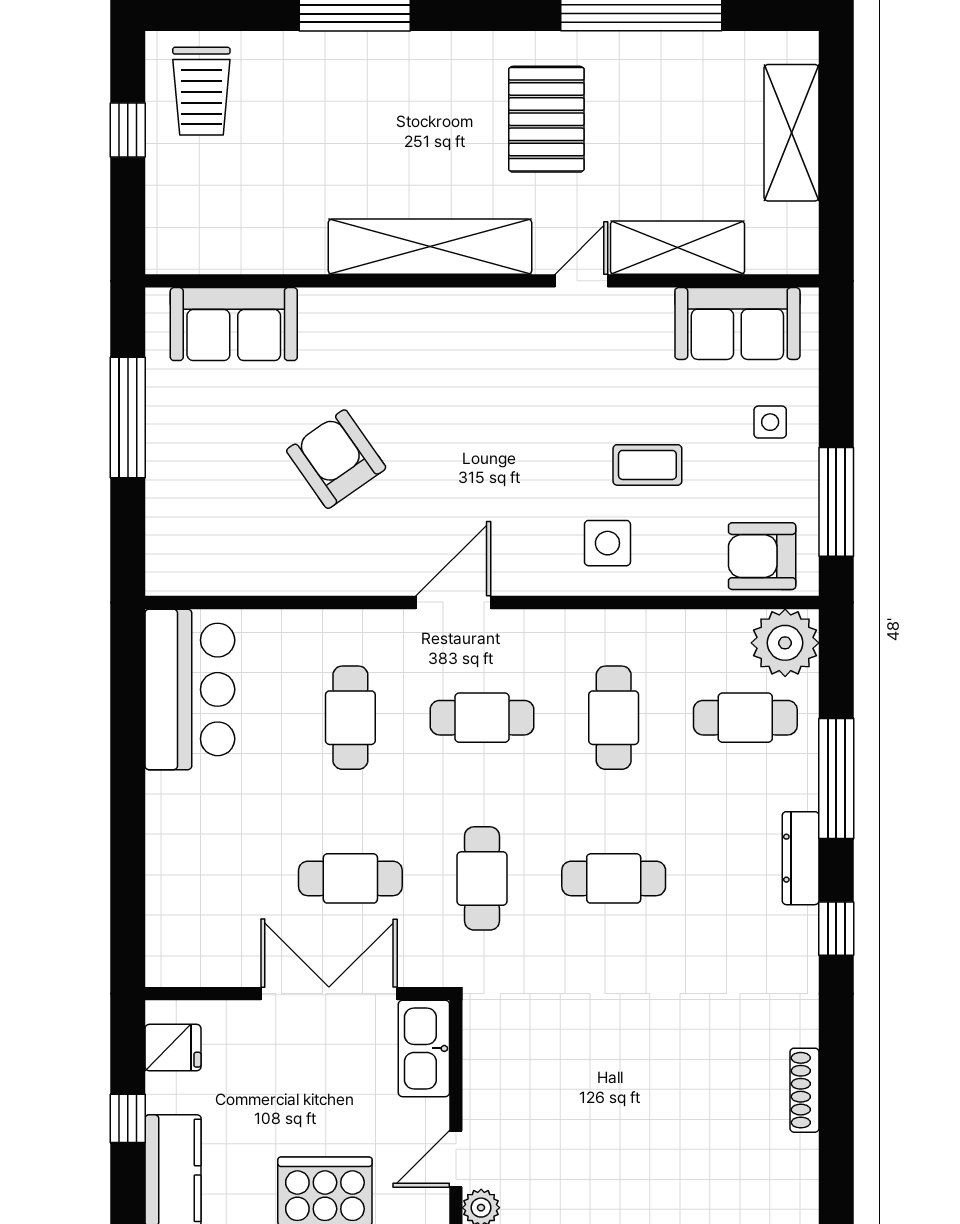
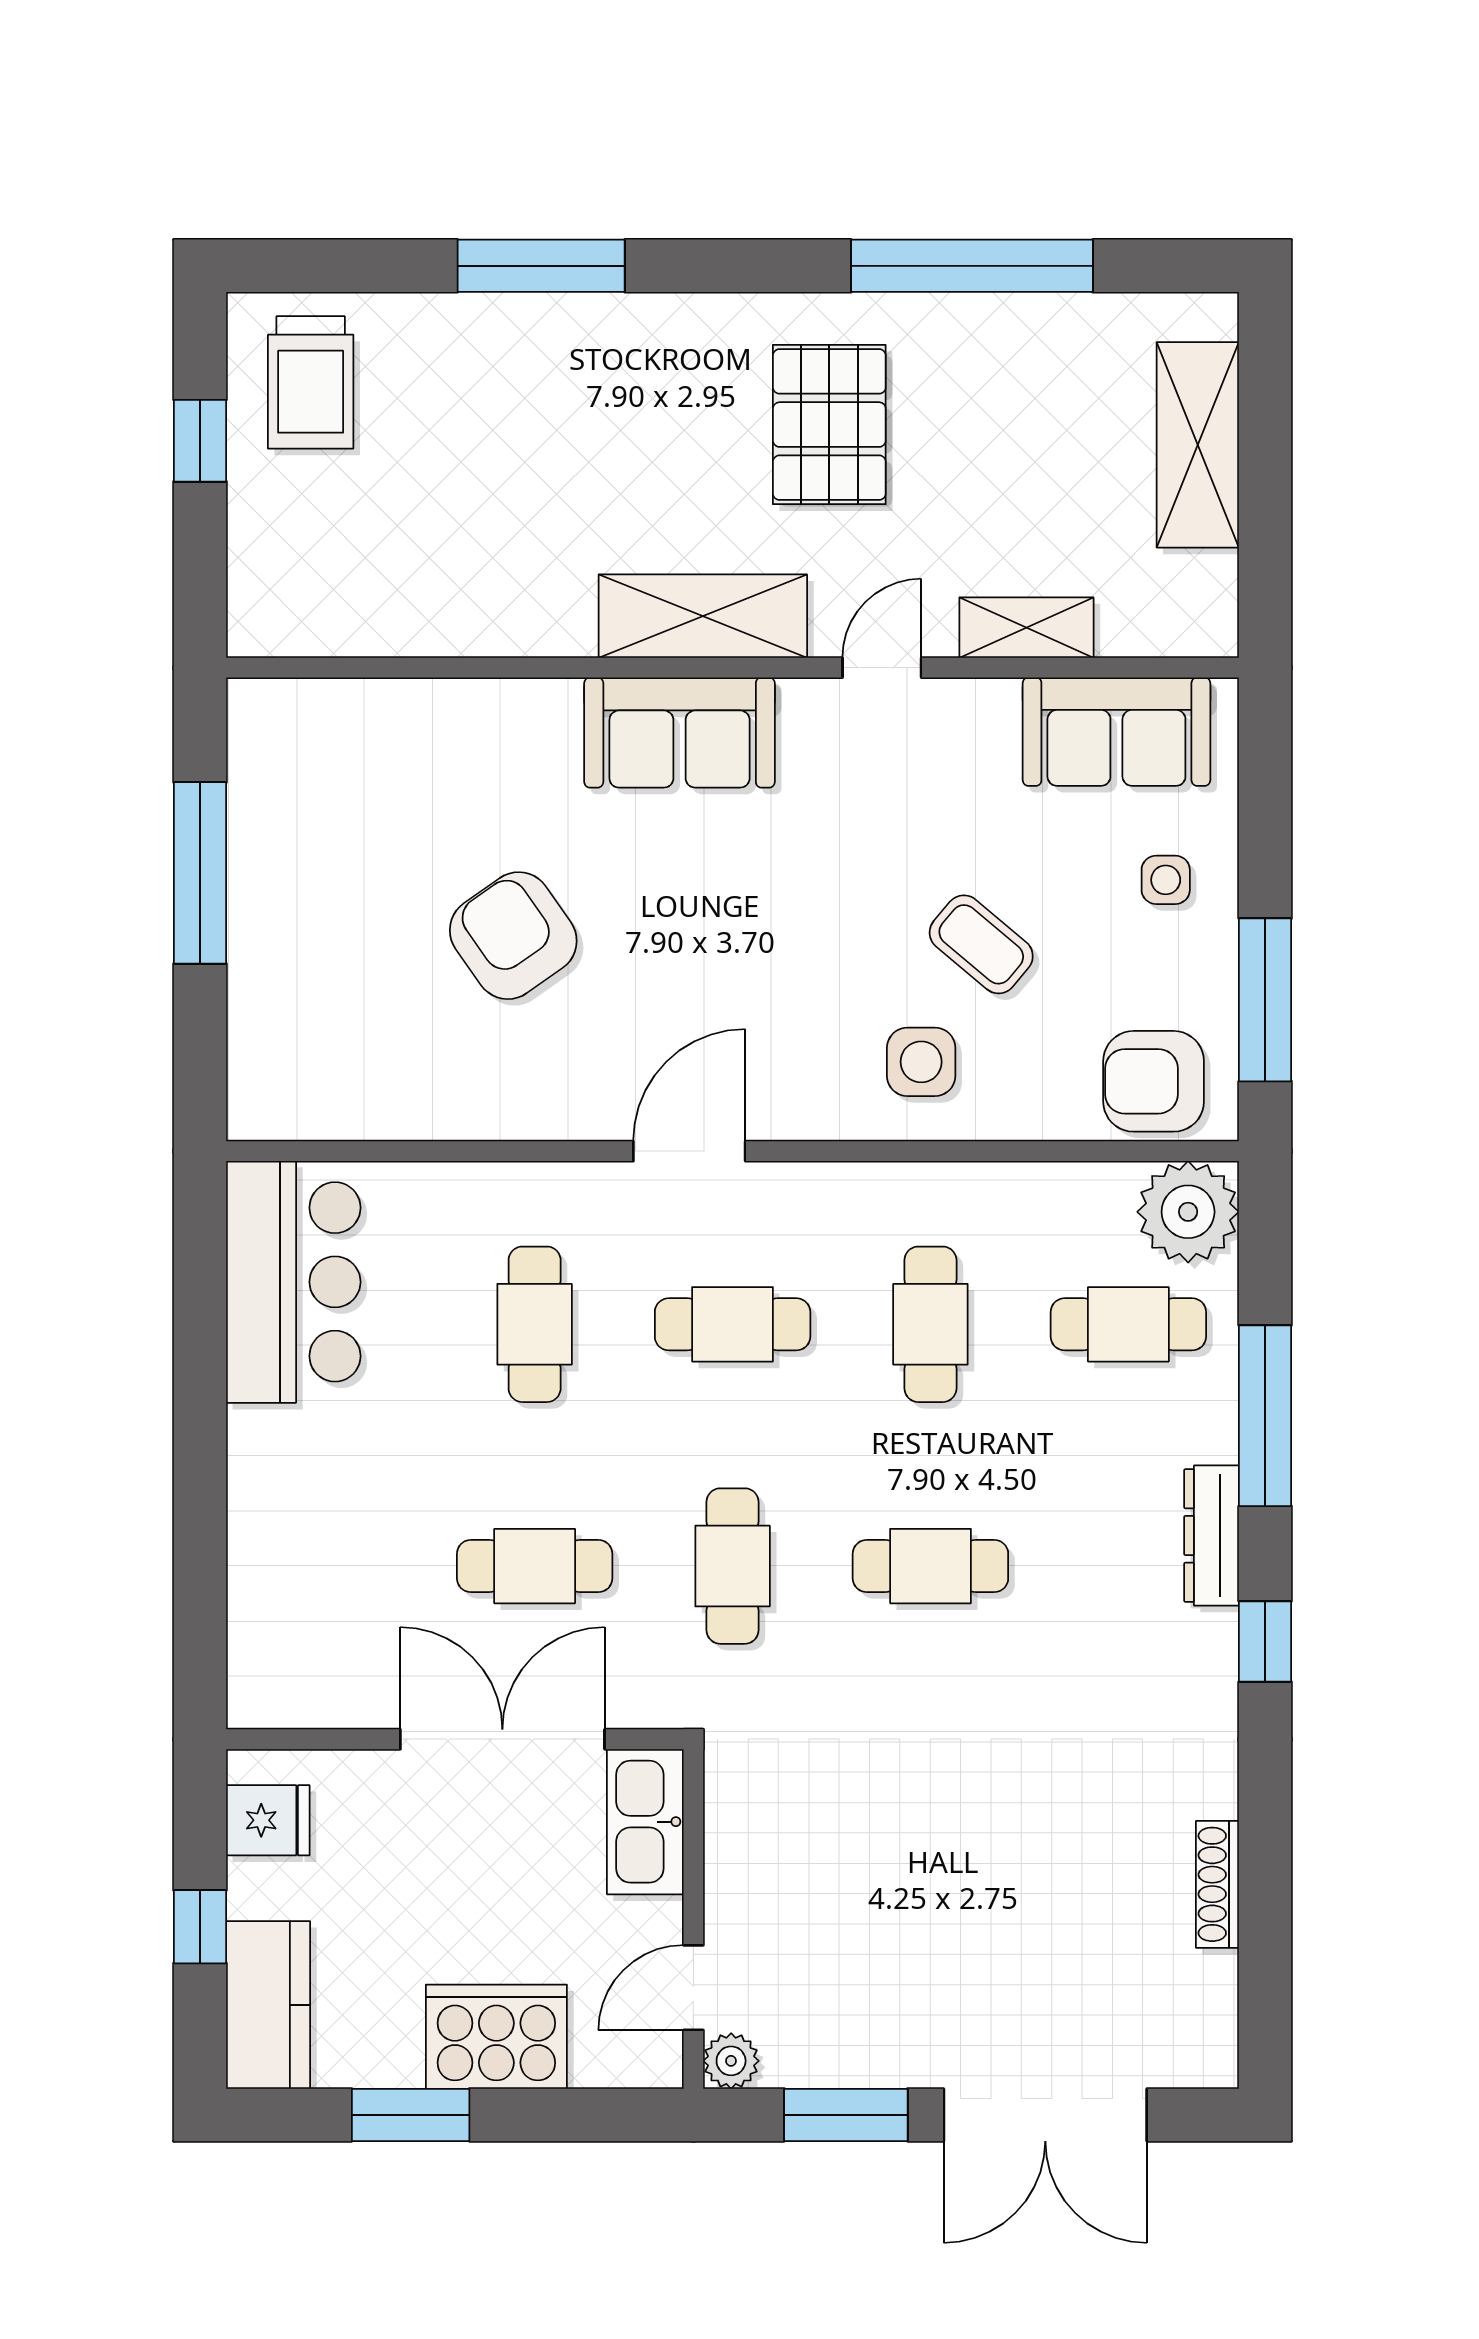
shelving: (430, 247) -> (703, 616), width x0.68
shelving: (677, 248) -> (1026, 628), width x0.67, depth x0.75
sofa: (234, 324) -> (680, 733), moved
coffee table: (647, 465) -> (981, 944), turned 40

